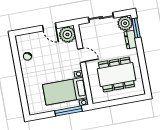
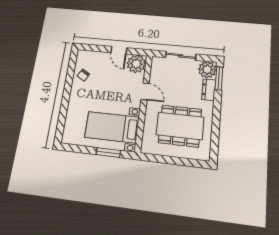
window: (68, 111) -> (108, 152), width x0.69

